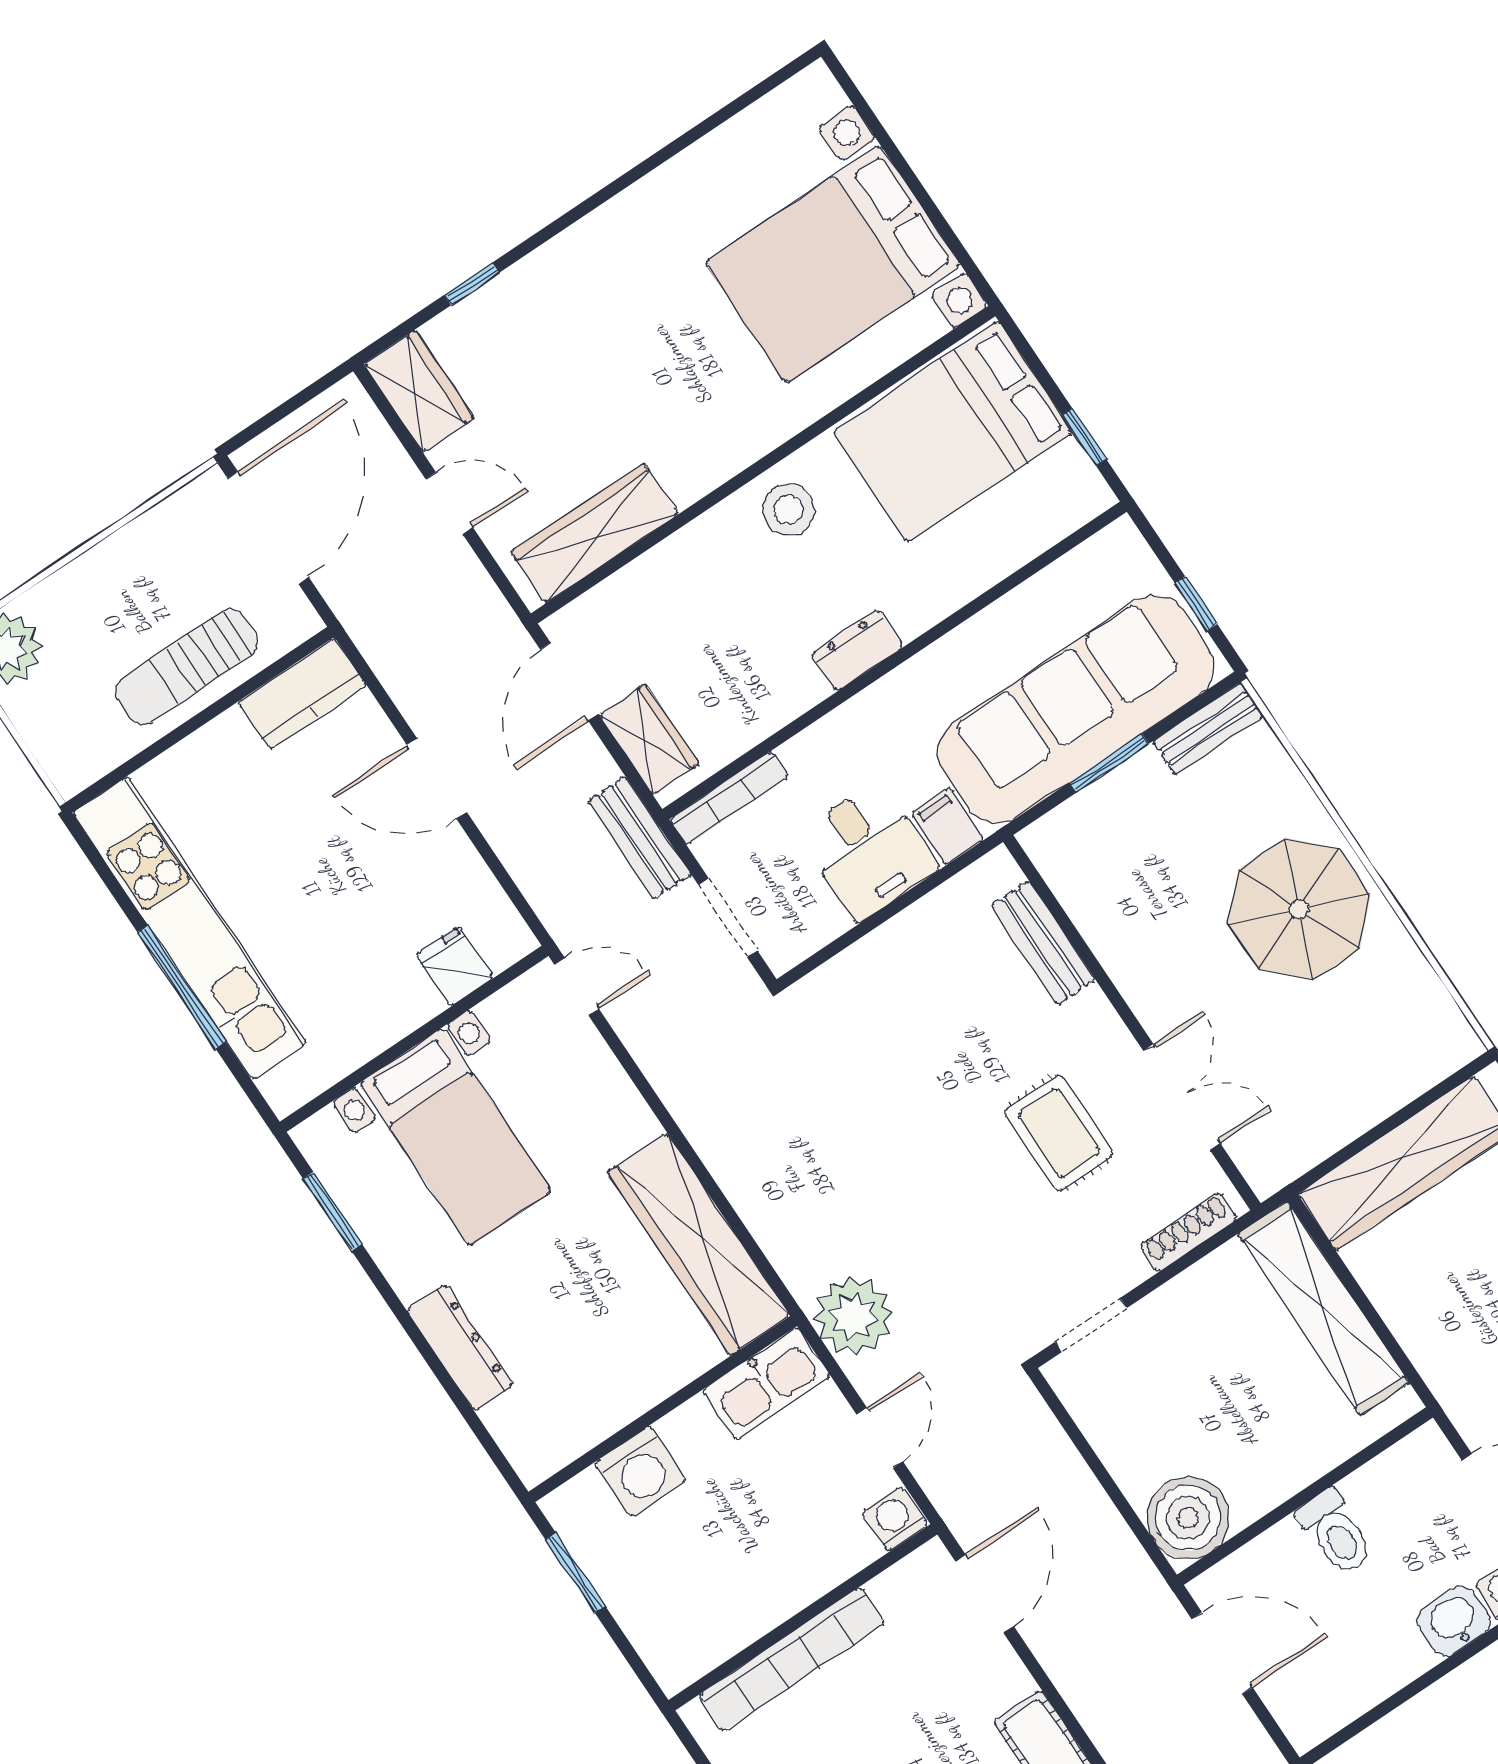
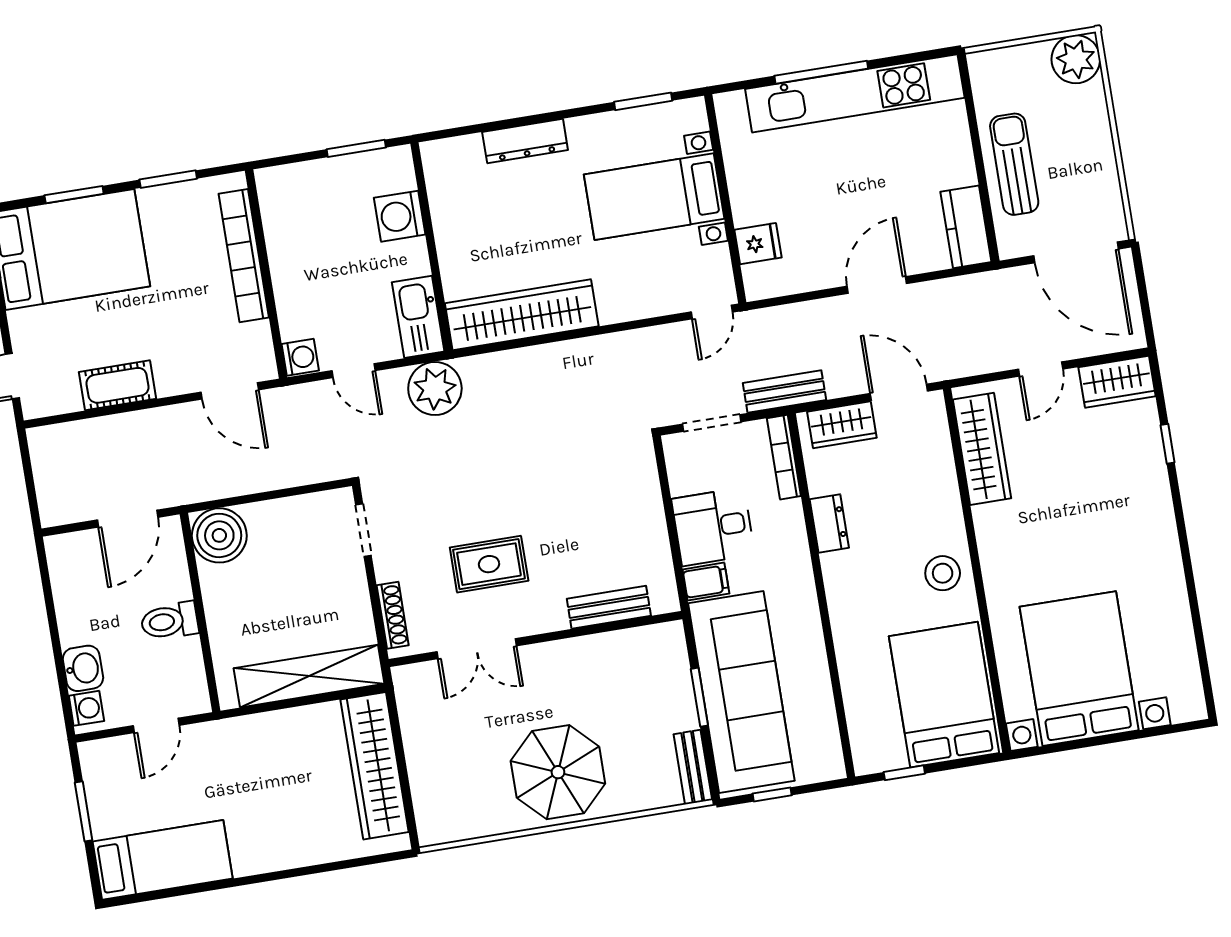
dresser: (857, 650) -> (829, 524), moved

